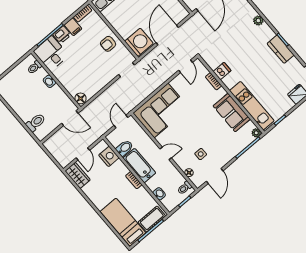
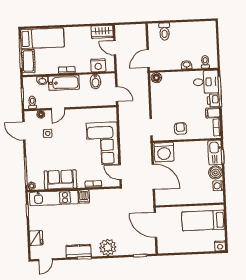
plant: (258, 21) -> (108, 247), width x1.88, depth x1.88
dishwasher: (222, 71) -> (84, 197), moved
corner sofa: (161, 111) -> (103, 144), moved
door: (166, 153) -> (58, 109), moved
bathtub: (139, 166) -> (64, 83), moved

